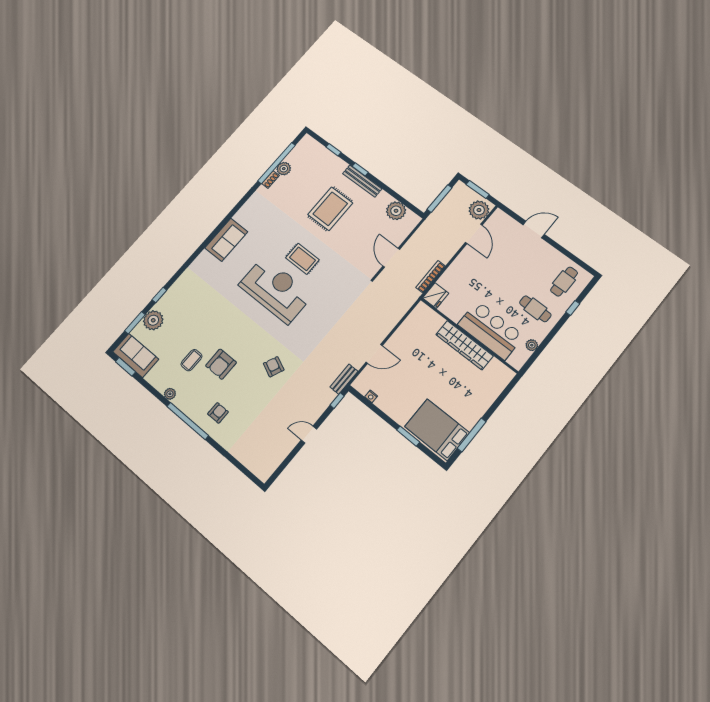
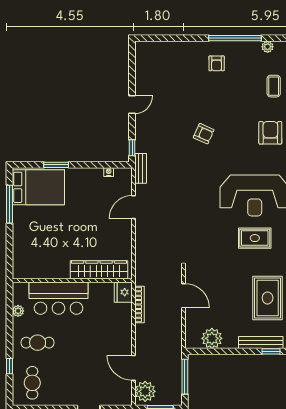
wardrobe: (464, 345) -> (99, 270), moved
armchair: (221, 364) -> (270, 133), moved

